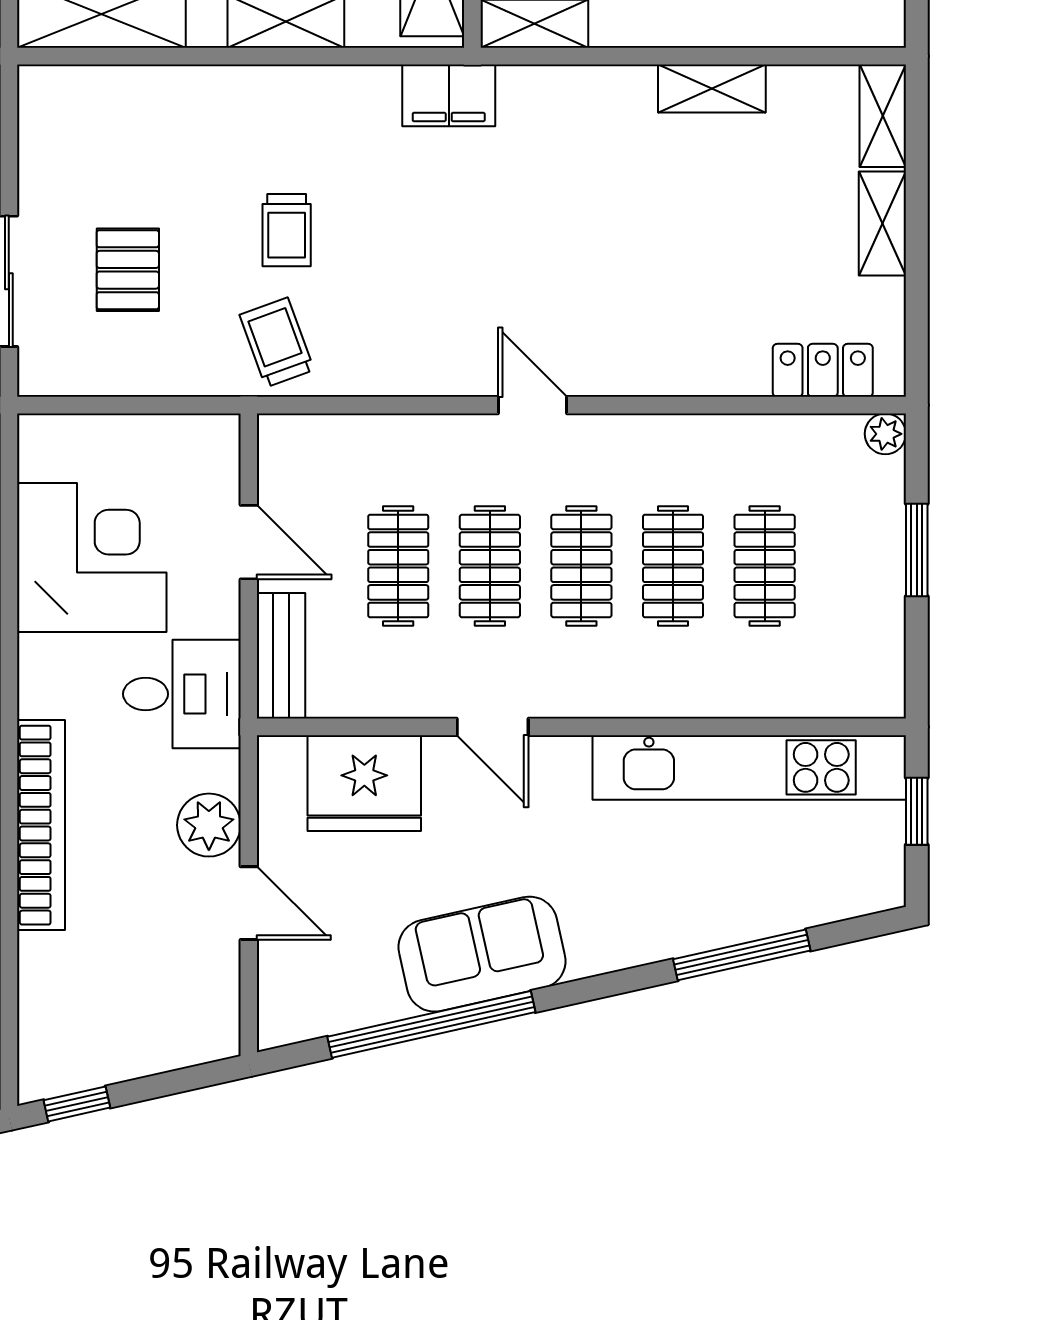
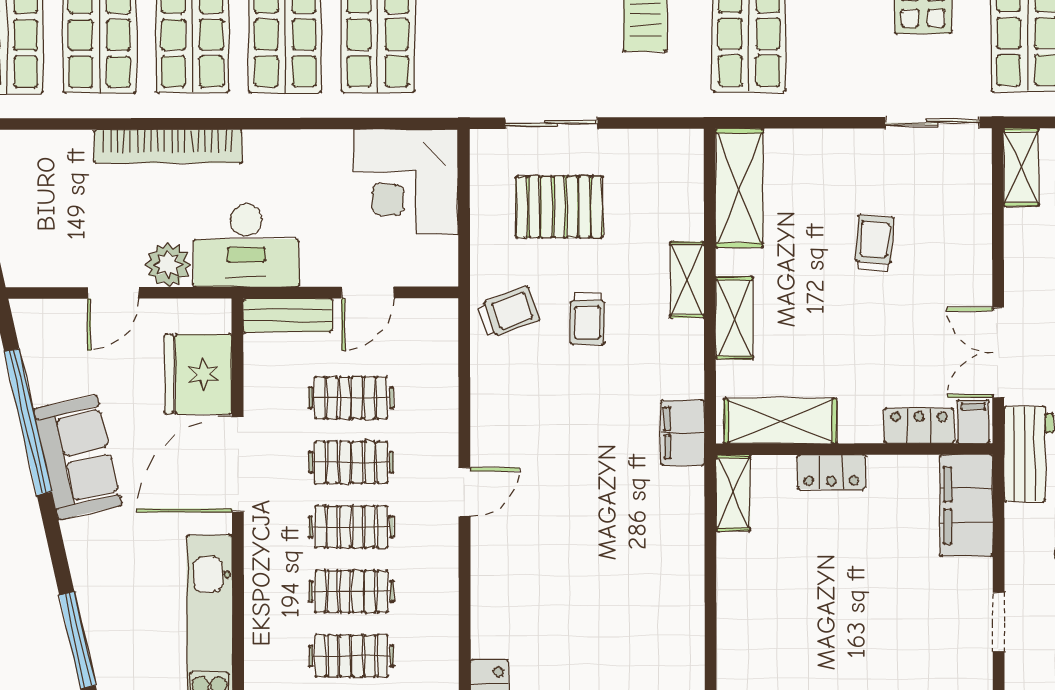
shelving: (712, 89) -> (687, 280), moved
trolley: (287, 230) -> (587, 319), turned -90
pallet: (128, 270) -> (559, 207), width x1.50, depth x1.42
corner desk: (92, 558) -> (406, 182), moved, turned 90
desk: (182, 694) -> (246, 246), width x1.37
door: (493, 727) -> (238, 464), width x1.88

